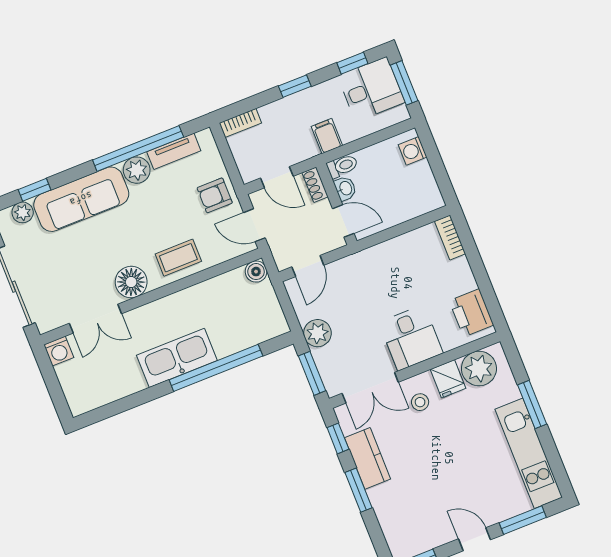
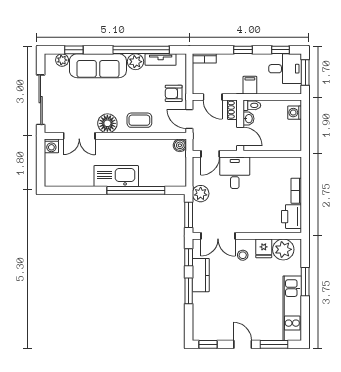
bookcase: (450, 237) -> (296, 191), moved
desk: (411, 338) -> (235, 173), moved, turned 180

